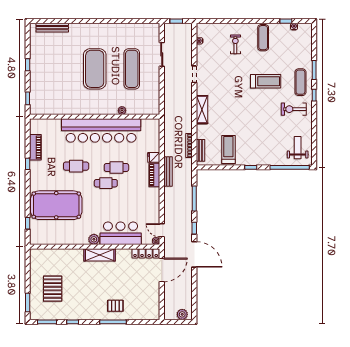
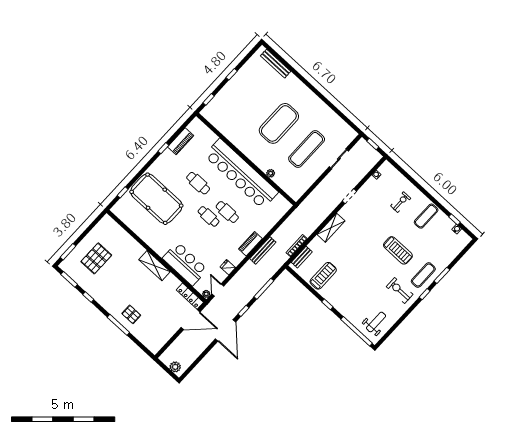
fridge: (154, 157) -> (228, 267), moved
plant: (94, 239) -> (161, 250), removed

